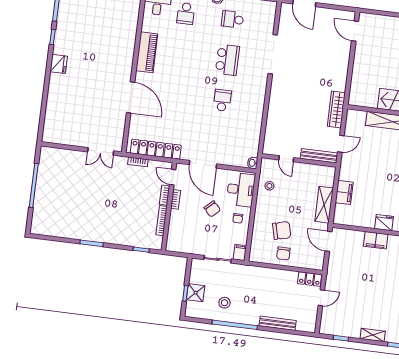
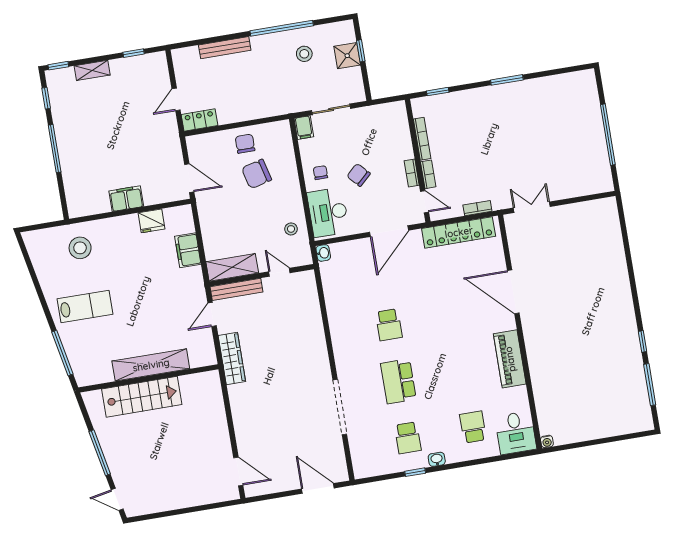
school desk: (232, 19) -> (408, 438), turned 90
fridge: (59, 64) -> (623, 308), removed
door: (203, 164) -> (389, 231), swing flipped
shelving: (324, 205) -> (232, 267), moved, turned 90
fridge: (384, 223) -> (151, 221), moved

